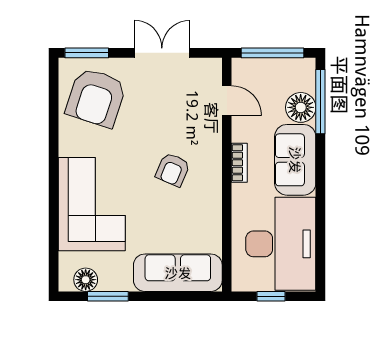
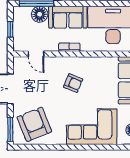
window: (273, 53) -> (10, 29), width x0.46
armchair: (96, 98) -> (34, 124), turned -130
door: (227, 101) -> (36, 54), swing flipped

